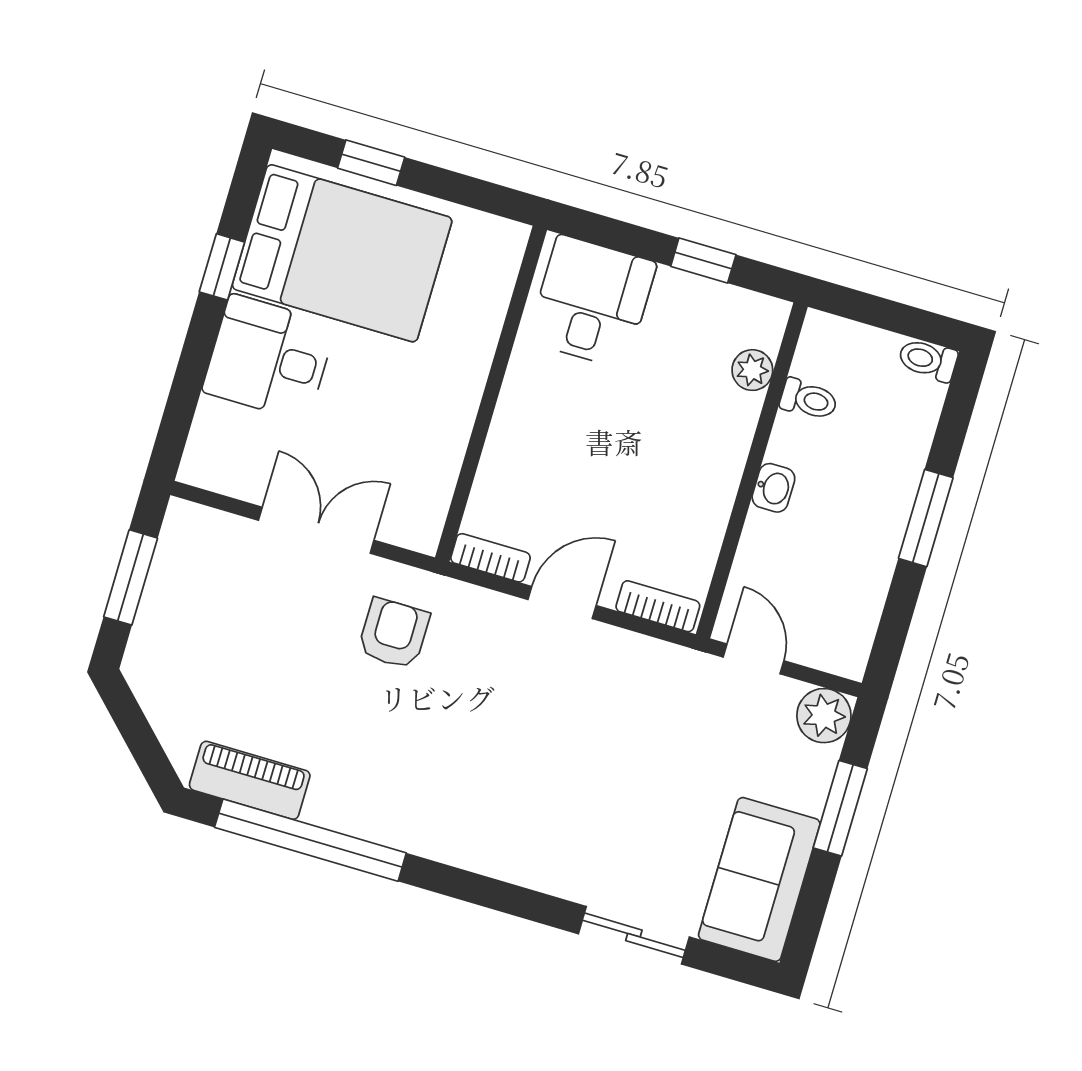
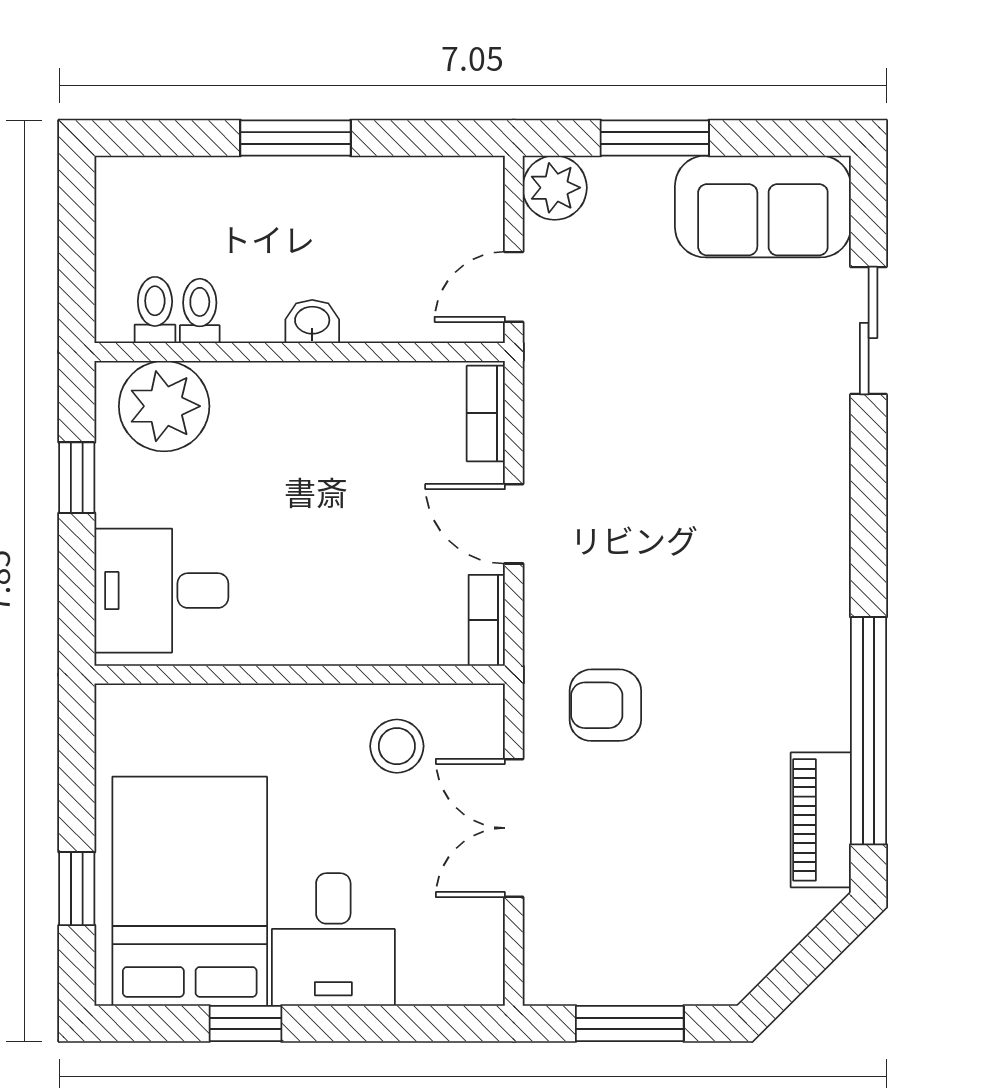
toilet: (928, 360) -> (155, 310), moved, turned 180
plant: (752, 370) -> (164, 406), width x1.88, depth x1.88
stool: (410, 455) -> (397, 746), added

